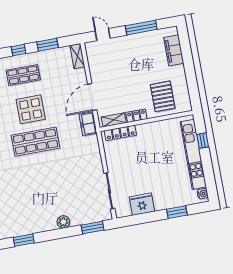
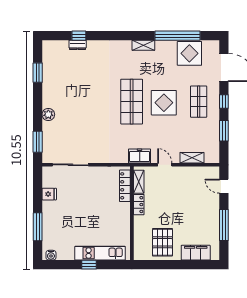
door: (103, 35) -> (224, 186), swing flipped
shelving: (77, 56) -> (192, 158), moved
pallet: (163, 96) -> (162, 242), moved, turned 90
door: (92, 97) -> (165, 165), width x0.53
window: (203, 141) -> (89, 265), moved
kitchen unit: (193, 154) -> (100, 253), width x0.73
fridge: (142, 204) -> (49, 194), width x0.53, depth x0.75
window: (177, 212) -> (38, 227), width x1.44

